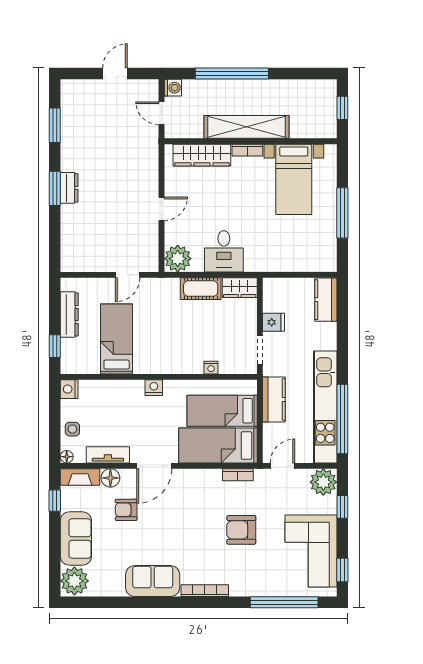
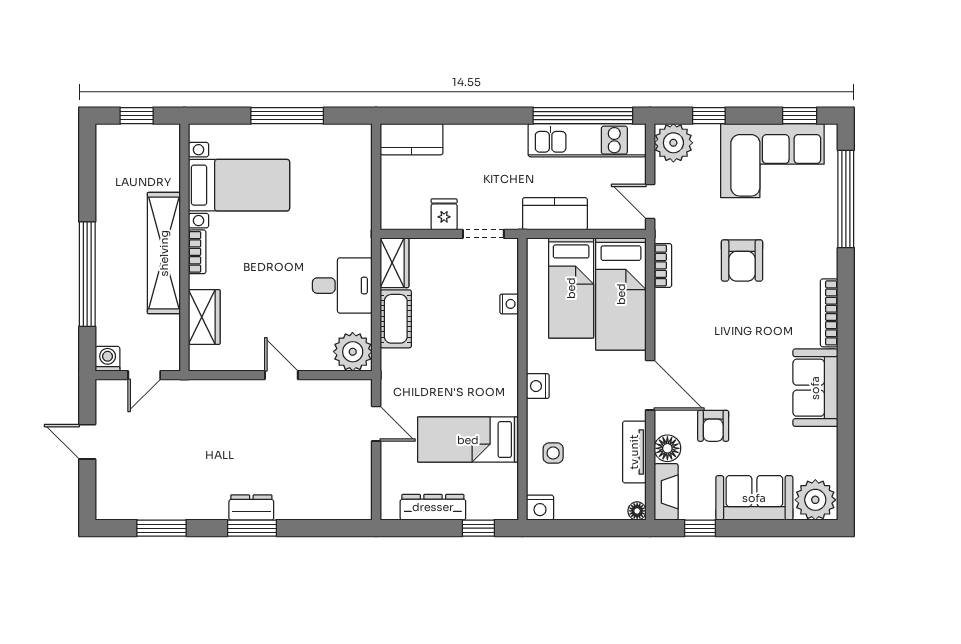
wardrobe: (202, 155) -> (204, 317), width x0.67
kitchen unit: (325, 407) -> (587, 140), width x0.73
side table: (72, 429) -> (553, 453), moved

